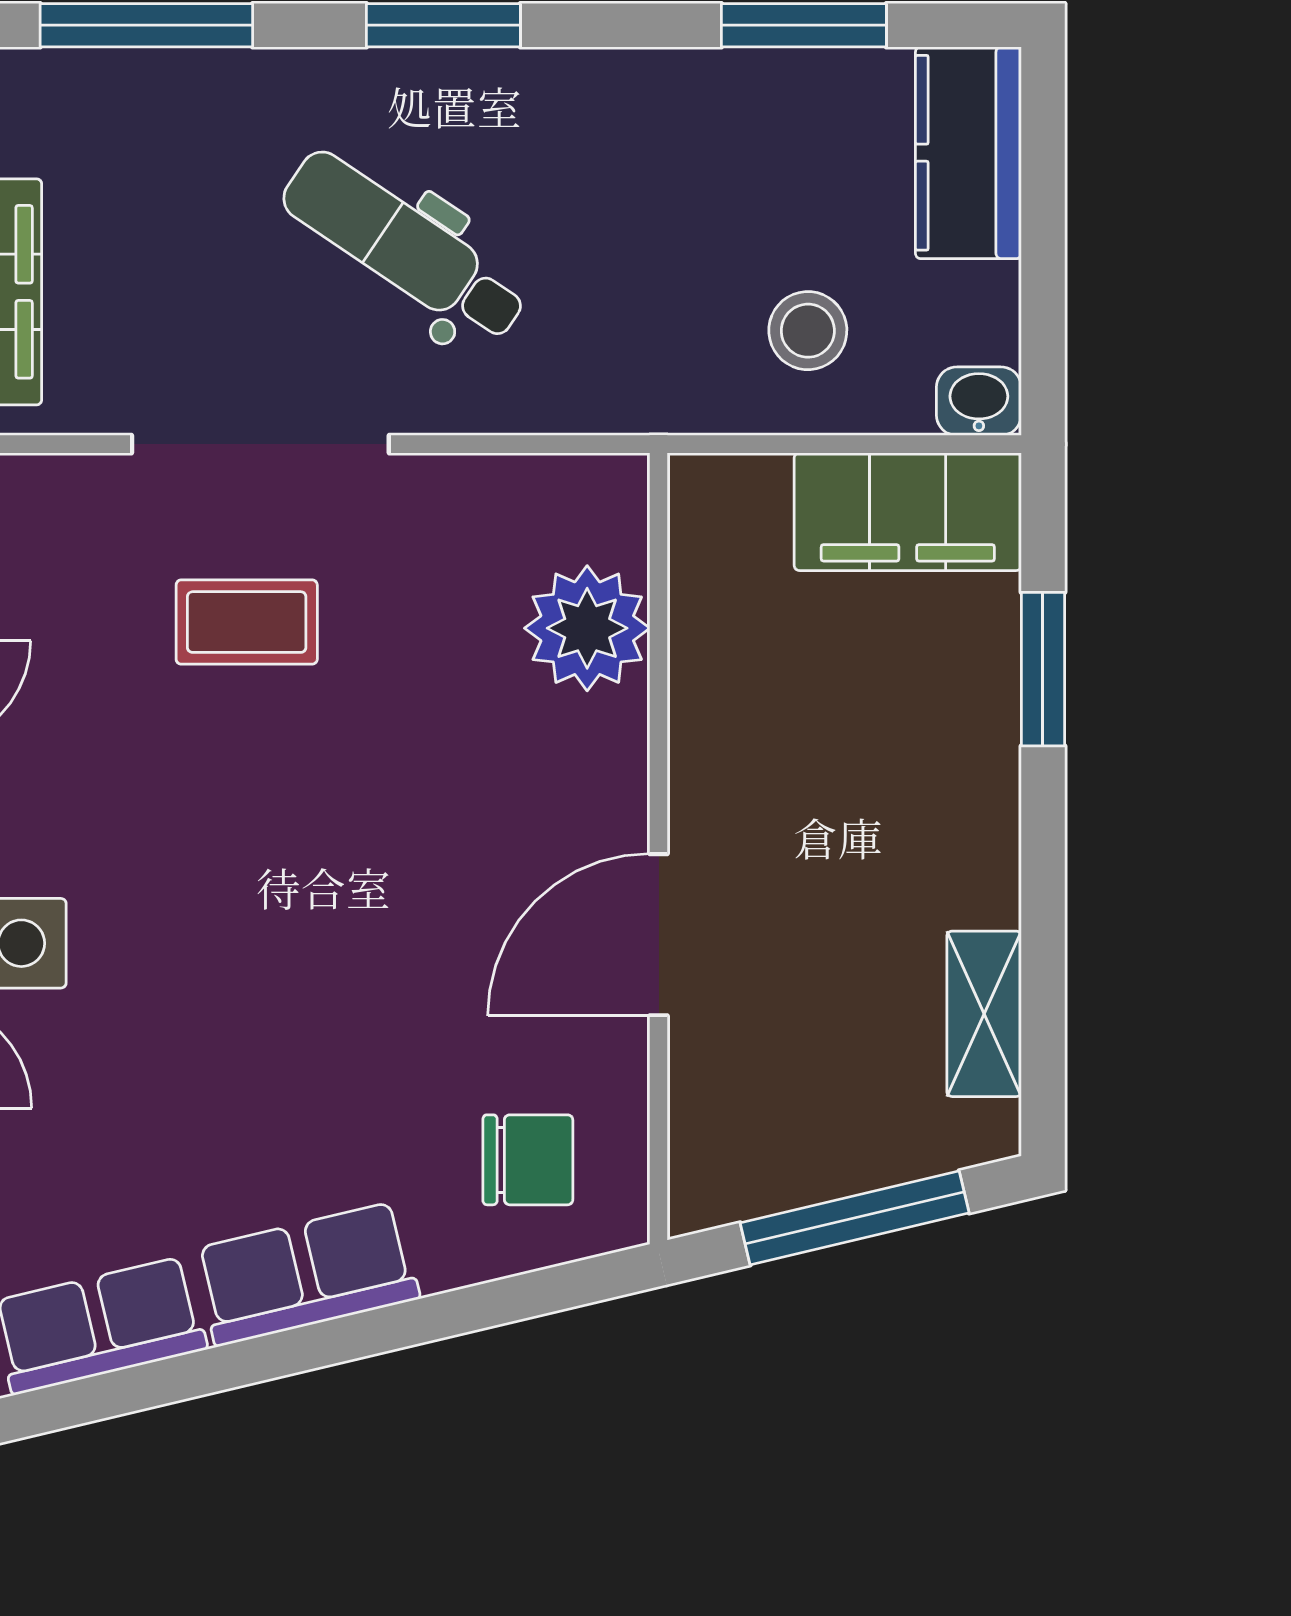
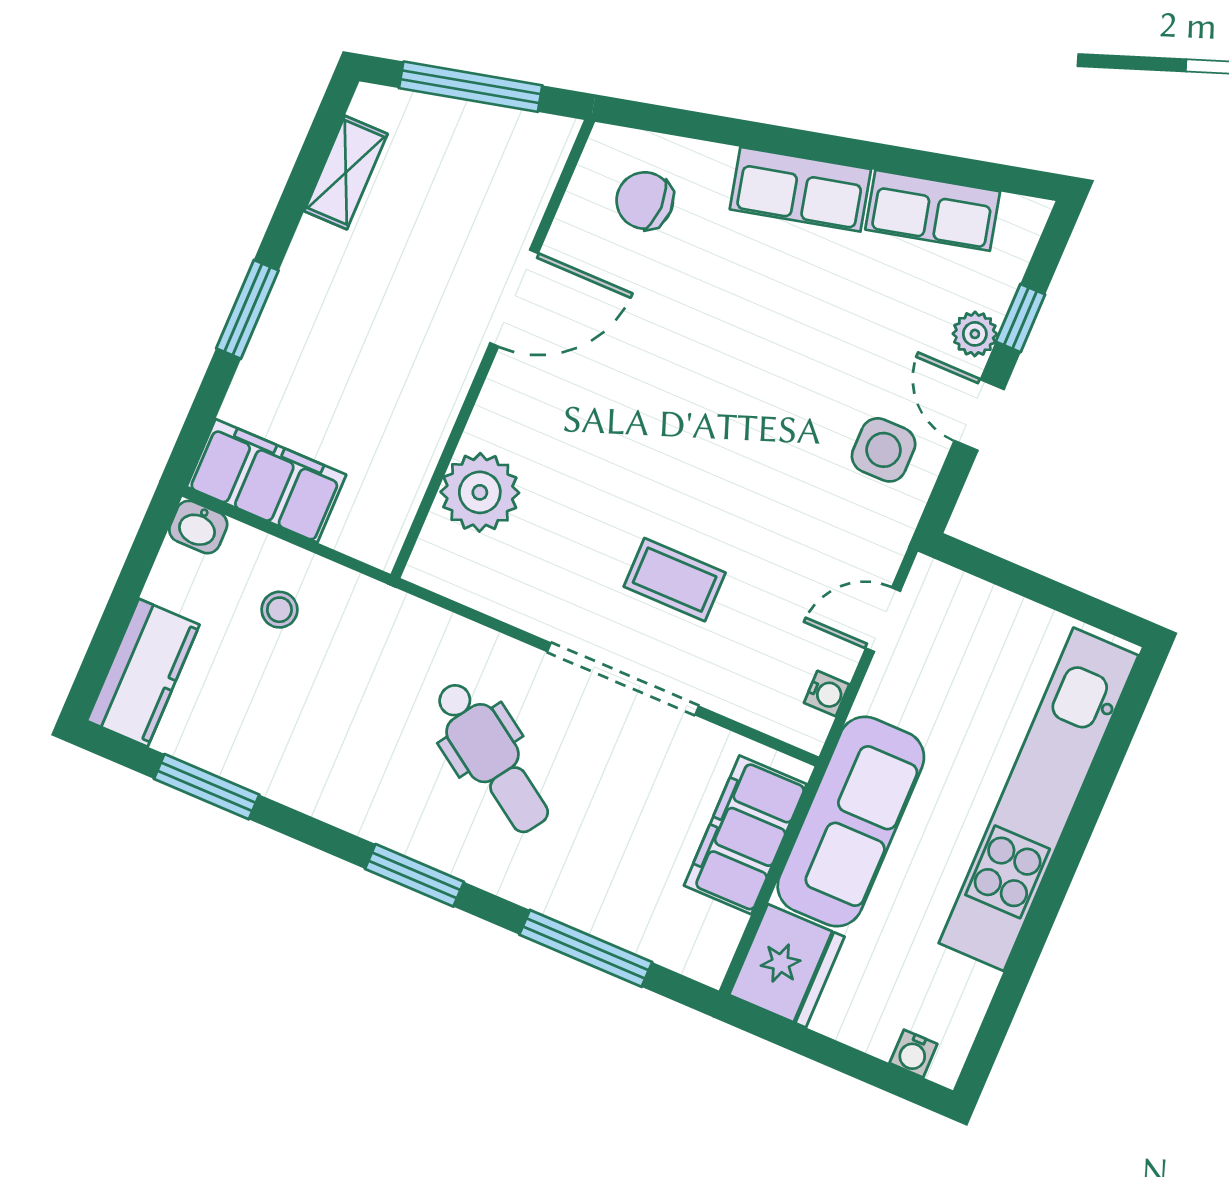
stool: (808, 331) -> (279, 610), width x0.73, depth x0.73
window: (1043, 669) -> (247, 309), moved

